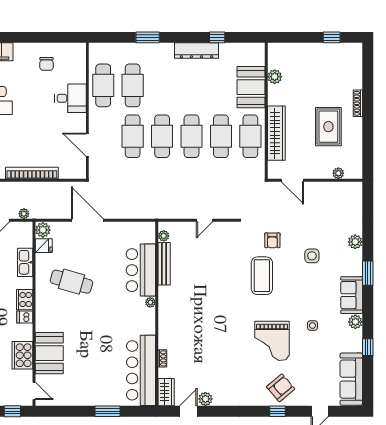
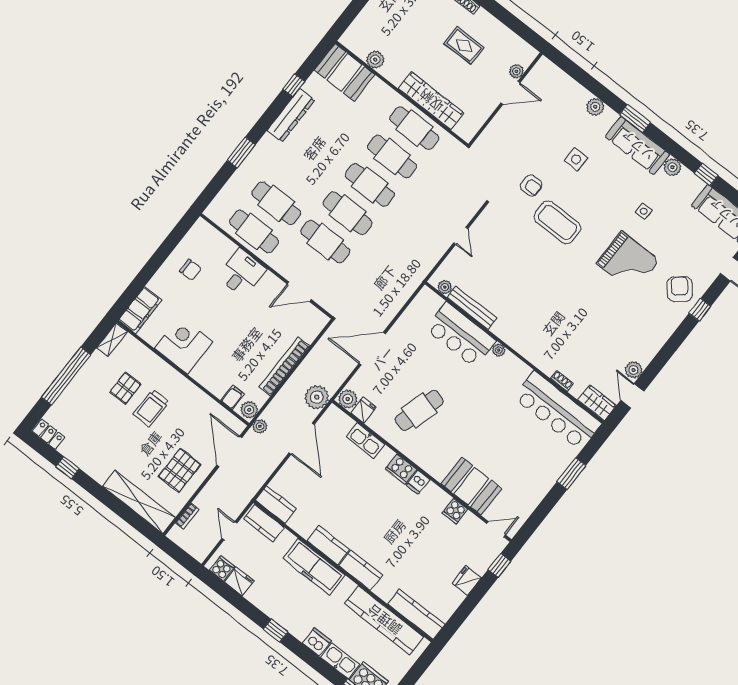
booth: (251, 87) -> (345, 72), moved
rug: (328, 127) -> (464, 46), width x0.73, depth x0.70
door: (292, 180) -> (510, 93), moved
plant: (24, 214) -> (317, 397), width x1.87, depth x1.87
sofa: (352, 295) -> (637, 146), width x1.36
cooker: (22, 355) -> (455, 511), width x0.53, depth x0.76

